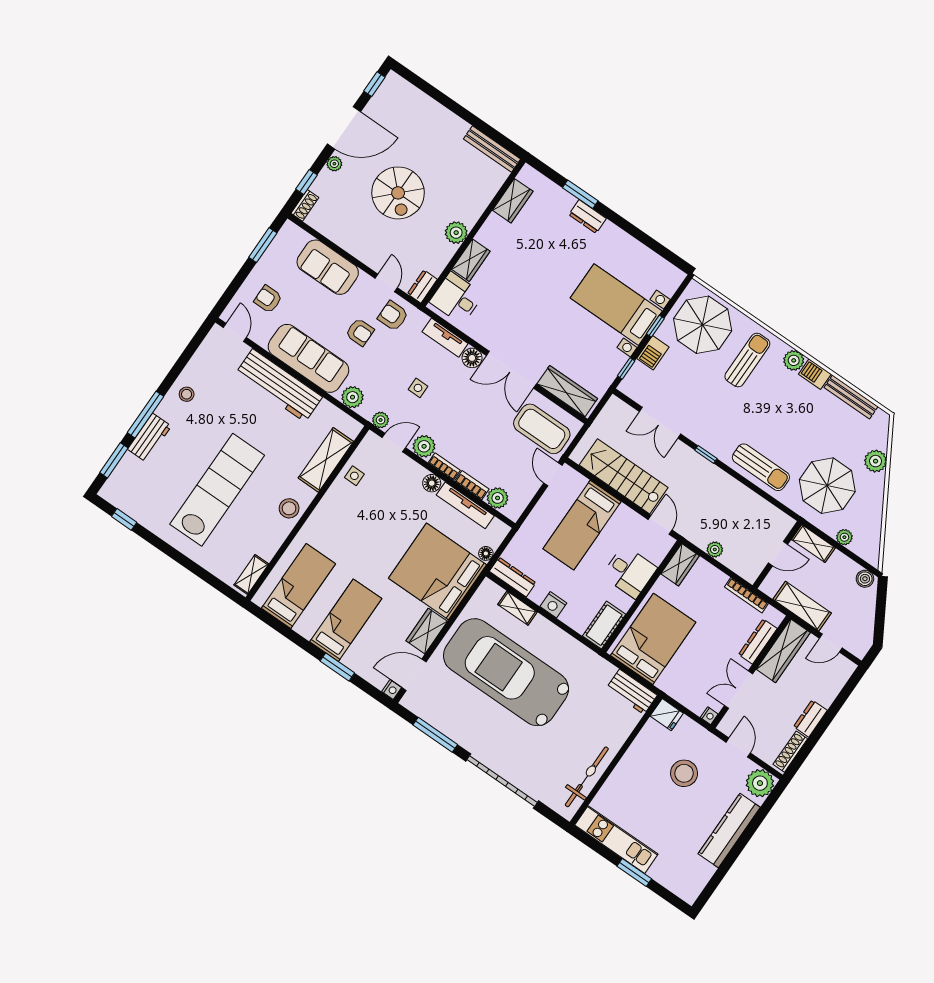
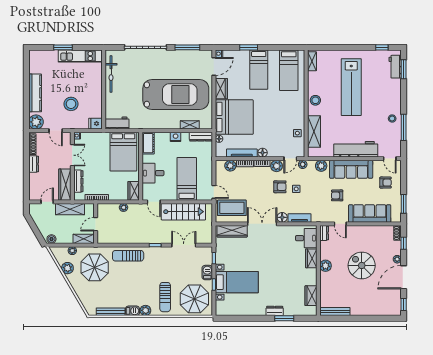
sofa: (328, 267) -> (370, 214), width x1.36
armchair: (393, 316) -> (280, 187), moved
window: (146, 415) -> (404, 127), moved
workbench: (149, 438) -> (395, 67), moved
plant: (876, 461) -> (67, 268), moved

